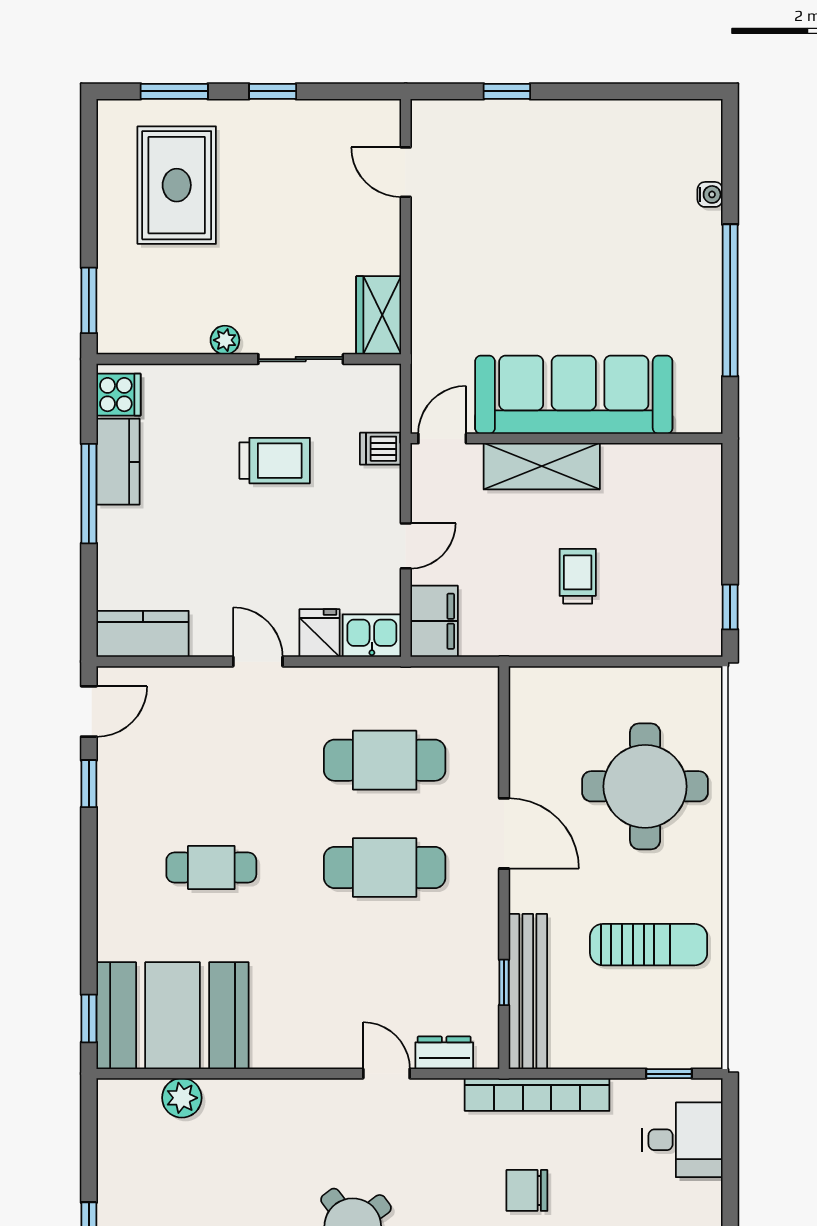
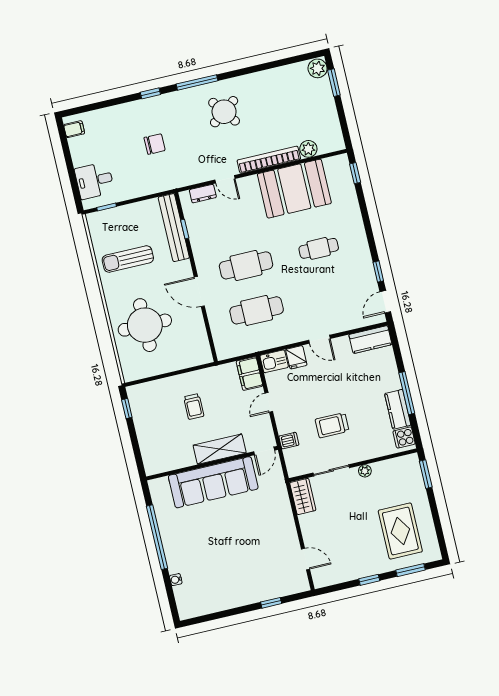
booth: (173, 1016) -> (294, 189), moved
bookcase: (537, 1095) -> (269, 160), moved

